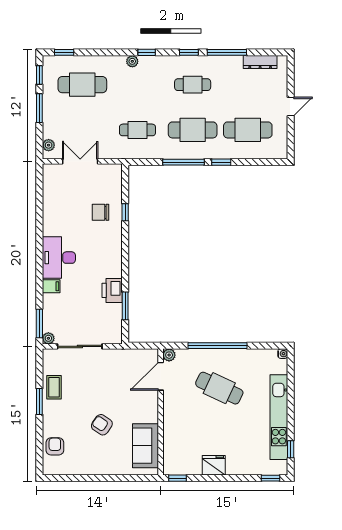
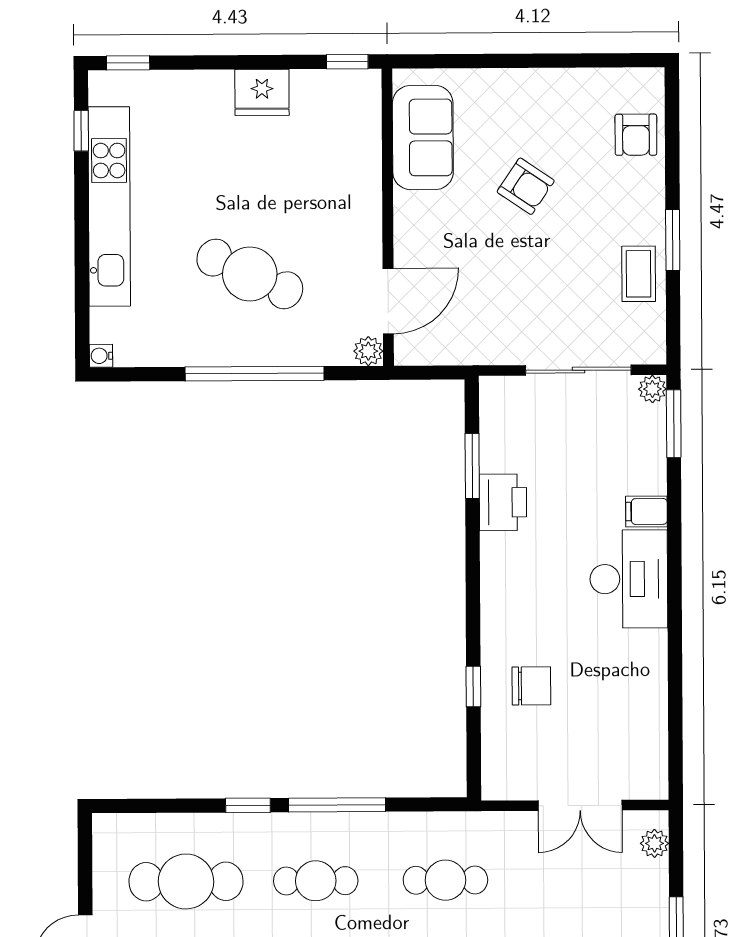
cafe table: (193, 130) -> (316, 881), width x0.73, depth x0.74

